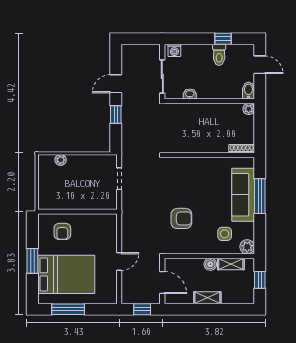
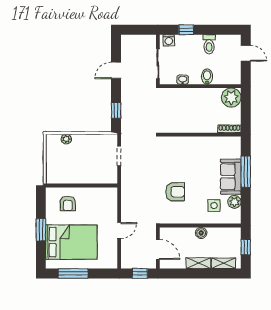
window: (223, 39) -> (186, 30), moved
bidet: (248, 91) -> (207, 77), moved
plant: (249, 109) -> (231, 98), width x1.88, depth x1.88
window: (116, 114) -> (116, 110), moved
sofa: (243, 195) -> (231, 177), width x0.73
plant: (247, 247) -> (234, 202), moved
shelving: (231, 264) -> (224, 263), moved

